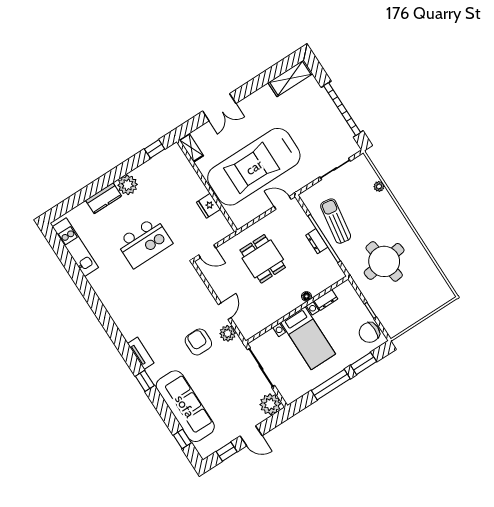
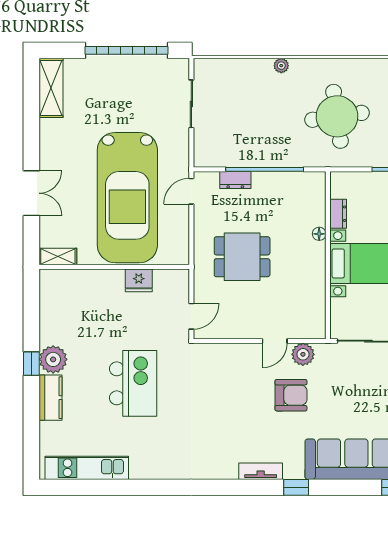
window: (155, 149) -> (31, 364), moved
plant: (379, 186) -> (281, 66), moved
sun lounger: (336, 221) -> (253, 143), removed
dresser: (317, 241) -> (235, 180), moved
door: (225, 311) -> (275, 341), swing flipped
armchair: (198, 342) -> (291, 395), turned 180

